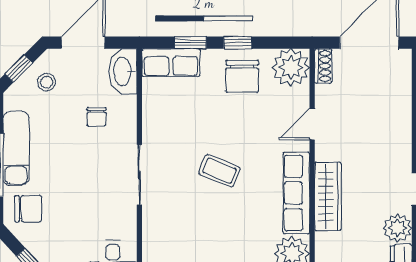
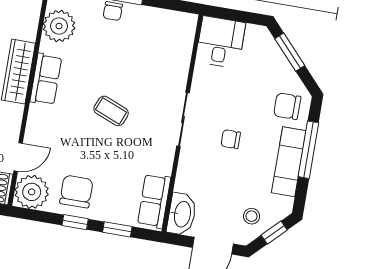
row of seats: (171, 63) -> (154, 201), moved, turned -90
chair: (97, 117) -> (231, 139), moved, turned -90
door: (312, 124) -> (18, 157), moved
row of seats: (296, 193) -> (46, 79), width x0.68

